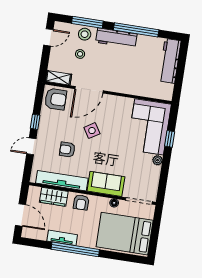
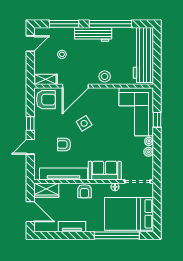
stool: (85, 34) -> (105, 76), moved
workbench: (170, 61) -> (143, 55), width x1.36, depth x1.32
plant: (155, 171) -> (149, 152), added
wardrobe: (54, 197) -> (46, 190), moved
window: (75, 249) -> (117, 235), moved

